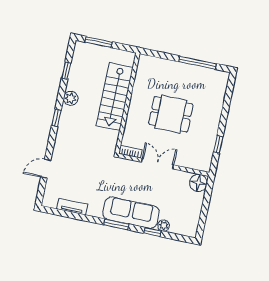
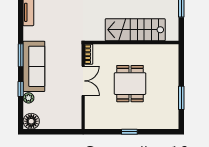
window: (198, 63) -> (181, 98), width x0.69
window: (218, 144) -> (129, 132), moved
floor lamp: (198, 183) -> (31, 121), moved

